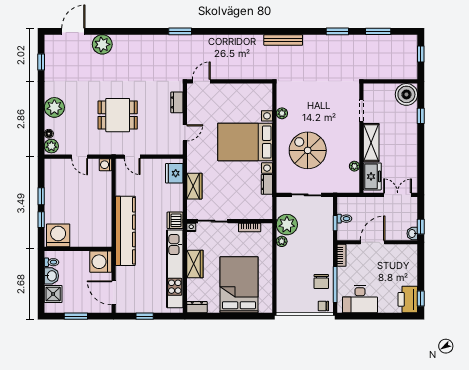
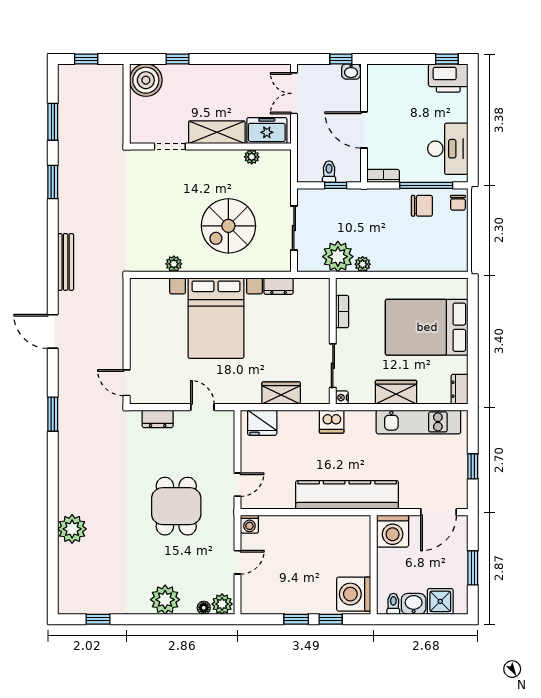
door: (73, 31) -> (53, 331), moved
kitchen unit: (175, 269) -> (418, 422), width x0.73

